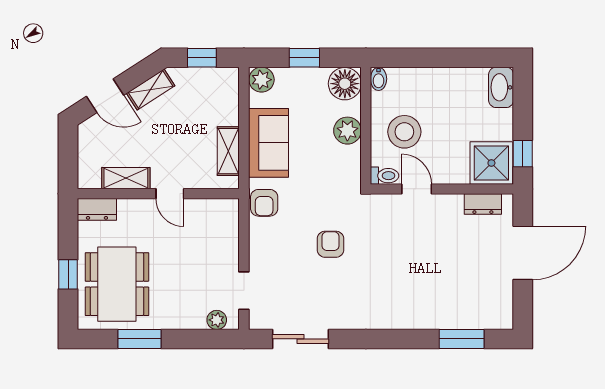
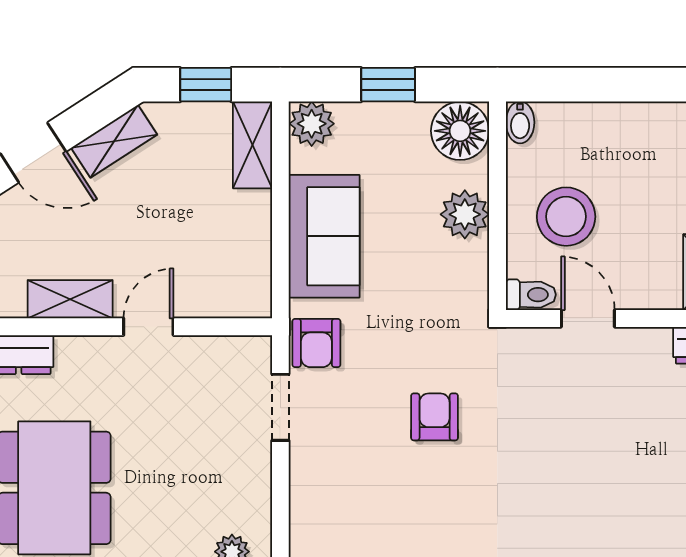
shelving: (228, 151) -> (252, 145), moved
door: (170, 194) -> (148, 327), swing flipped
doorway: (244, 291) -> (280, 407), moved

